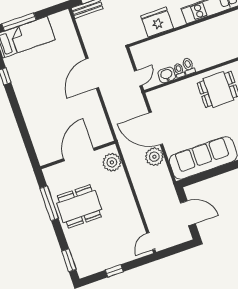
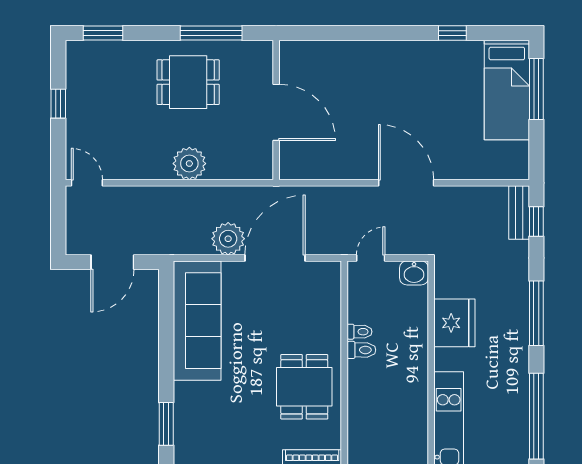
washbasin: (167, 75) -> (414, 273), moved, turned 90
door: (138, 78) -> (371, 258), swing flipped
plant: (112, 162) -> (189, 164), moved
dining table: (79, 206) -> (188, 82), width x0.73

